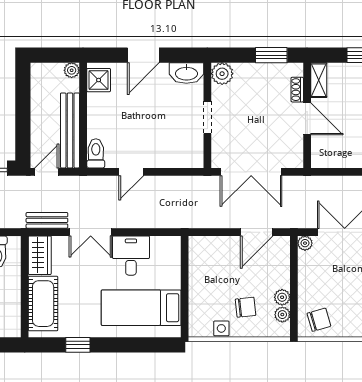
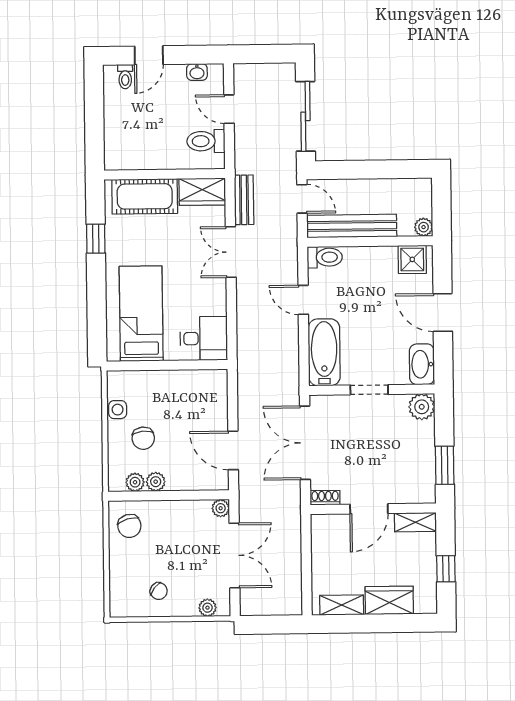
shoe rack: (297, 90) -> (325, 498), moved
bathtub: (175, 155) -> (324, 352), added
desk: (131, 256) -> (204, 338), moved

